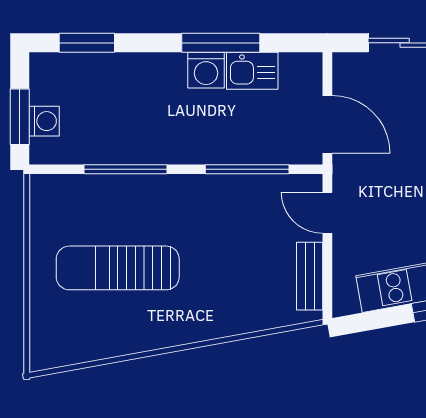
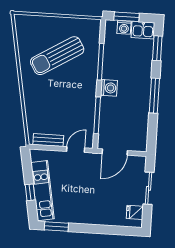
window: (221, 43) -> (154, 96), moved
washing machine: (206, 70) -> (109, 88), moved, turned 180
kitchen sink: (252, 71) -> (143, 30), moved, turned -90
sun lounger: (118, 268) -> (57, 56), turned -121

